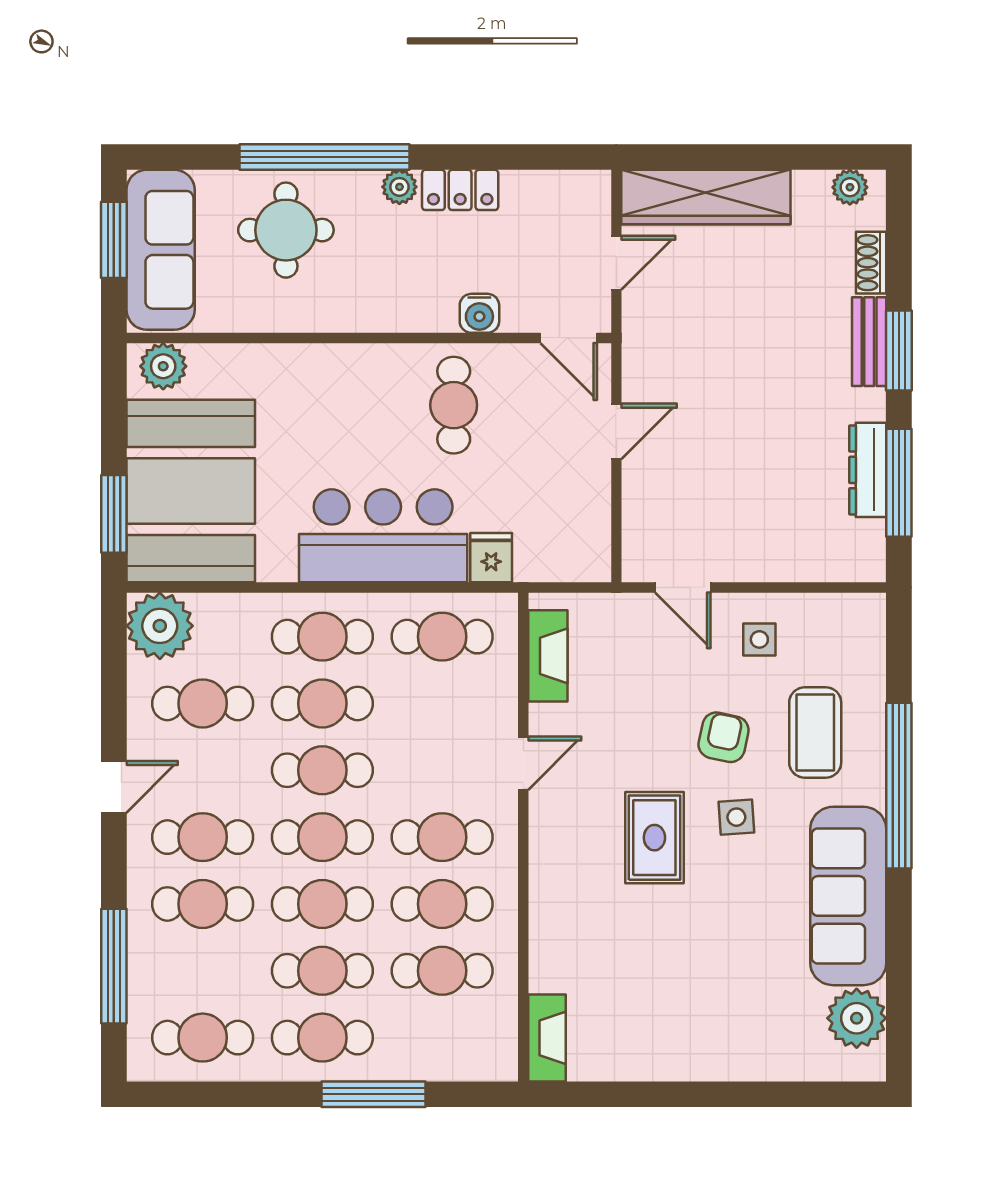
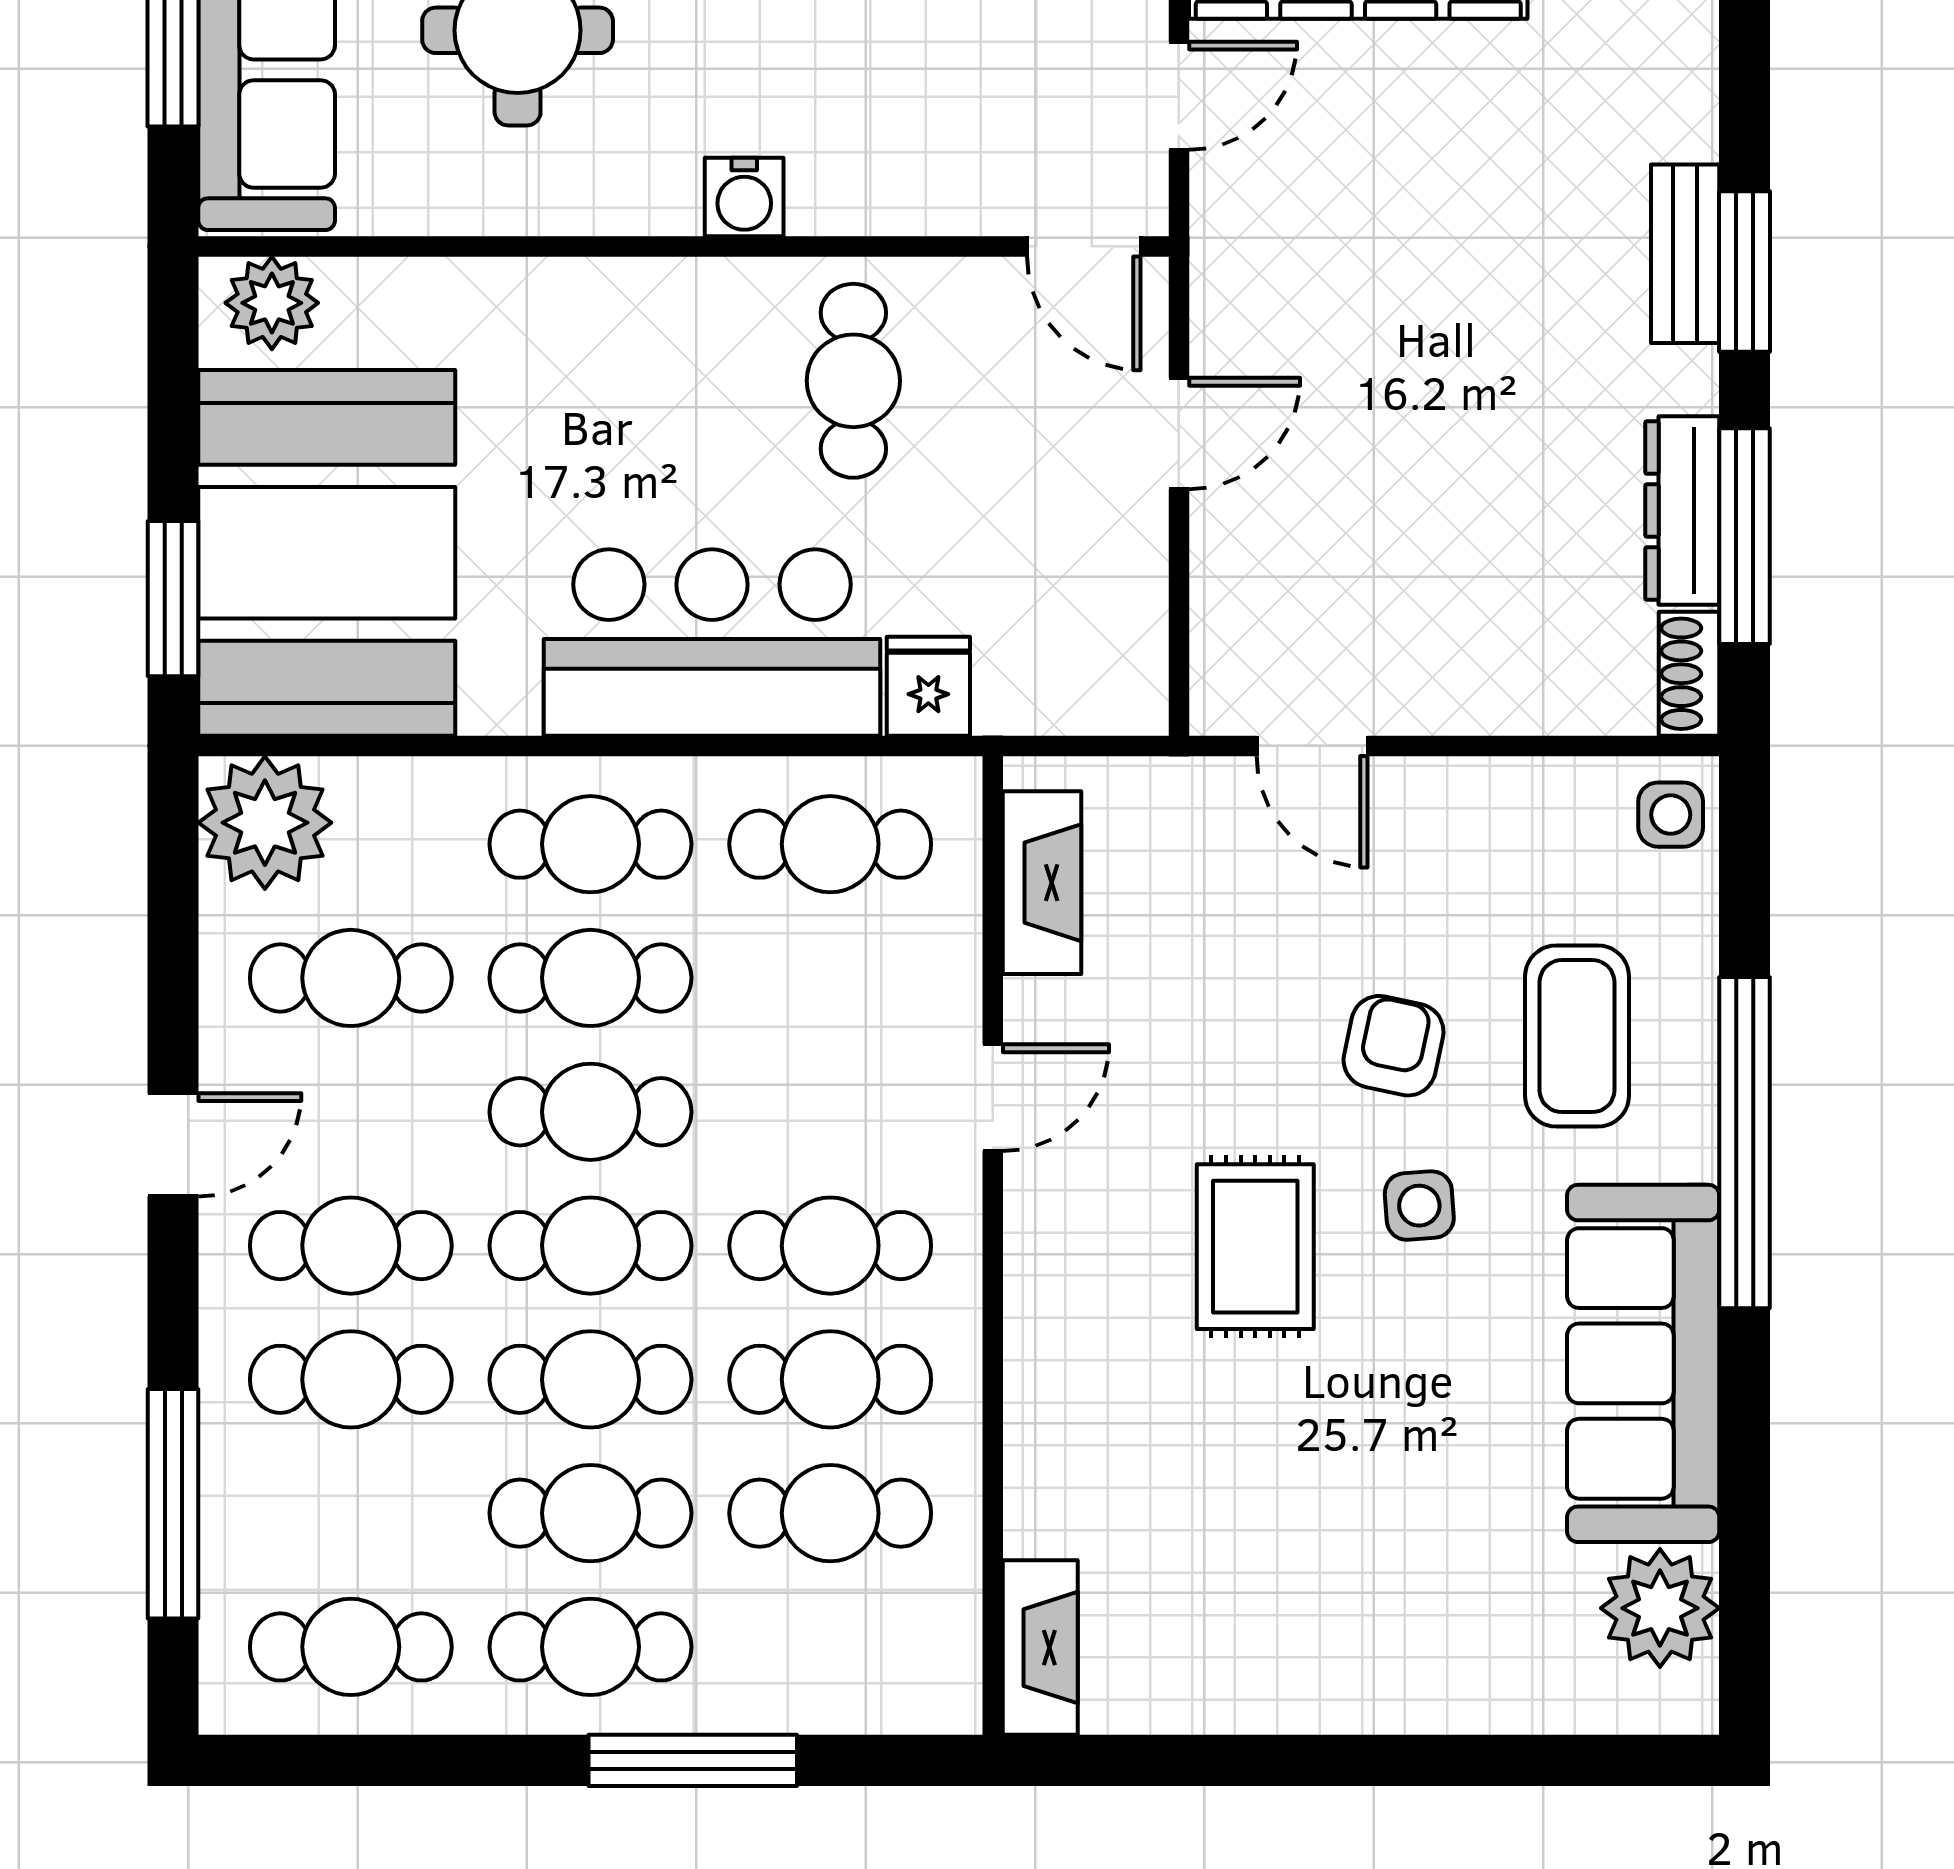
shoe rack: (871, 263) -> (1689, 674), moved
water cooler: (479, 313) -> (744, 197), moved
side table: (759, 639) -> (1671, 815), moved

